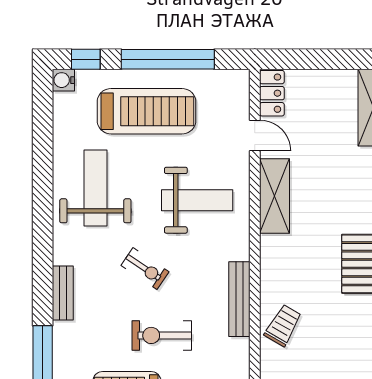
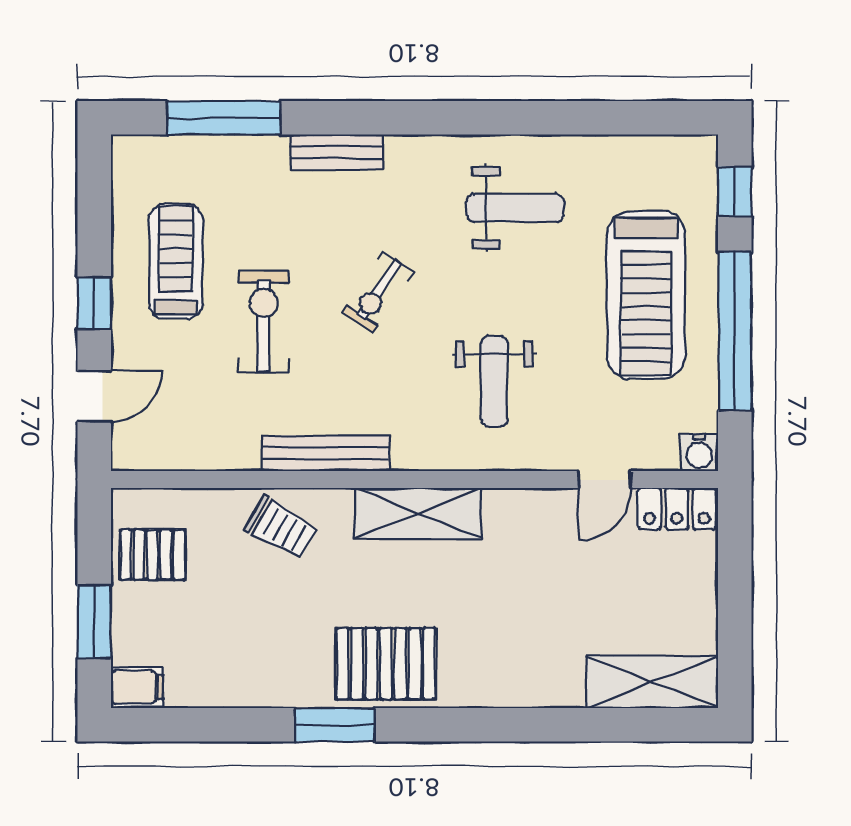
water cooler: (63, 80) -> (699, 452), moved, turned 180
weight bench: (95, 188) -> (515, 208), width x0.73, depth x0.75
shelving: (275, 196) -> (418, 513), moved
weight bench: (197, 200) -> (494, 381), width x0.73, depth x0.75

